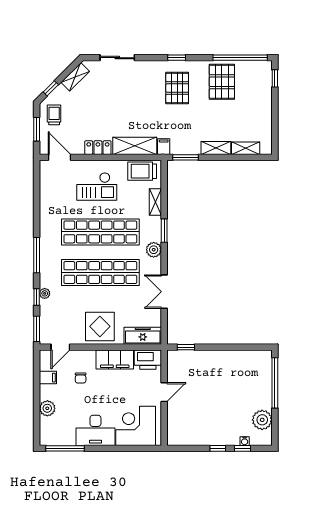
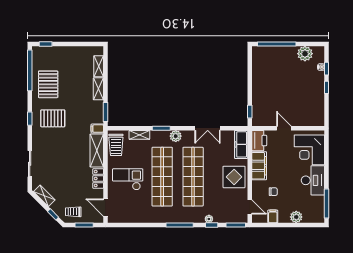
pallet: (222, 82) -> (48, 84), turned 90
door: (60, 157) -> (105, 208), hinge flipped
checkout: (97, 187) -> (128, 179), turned -90

